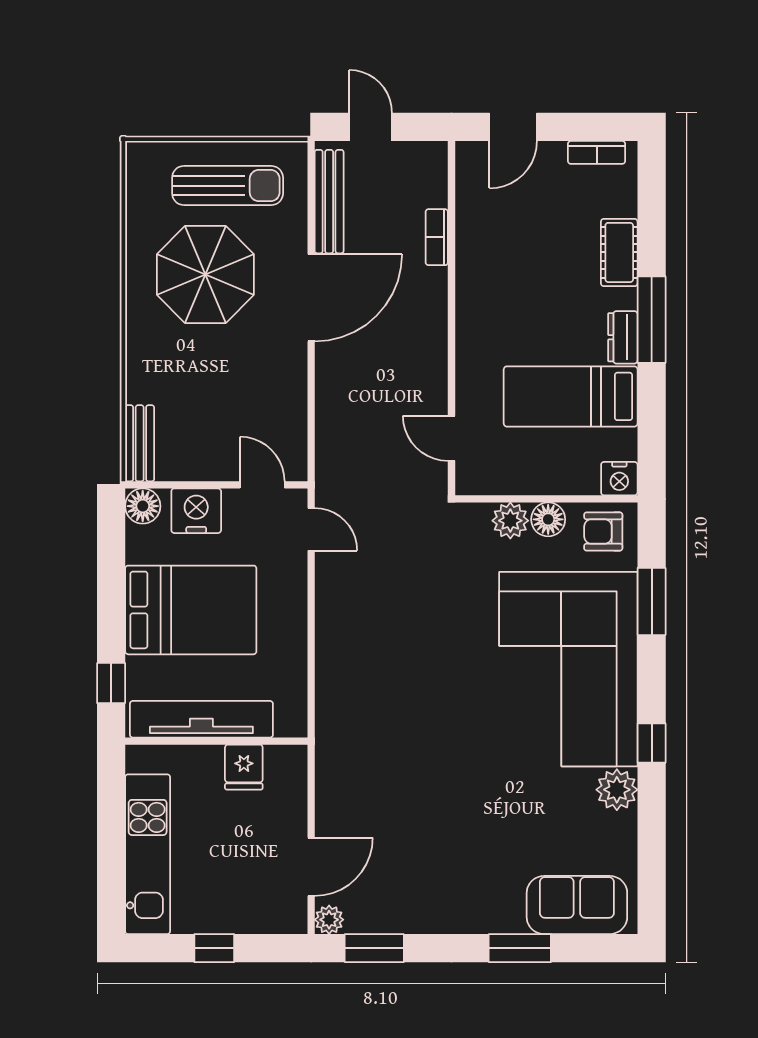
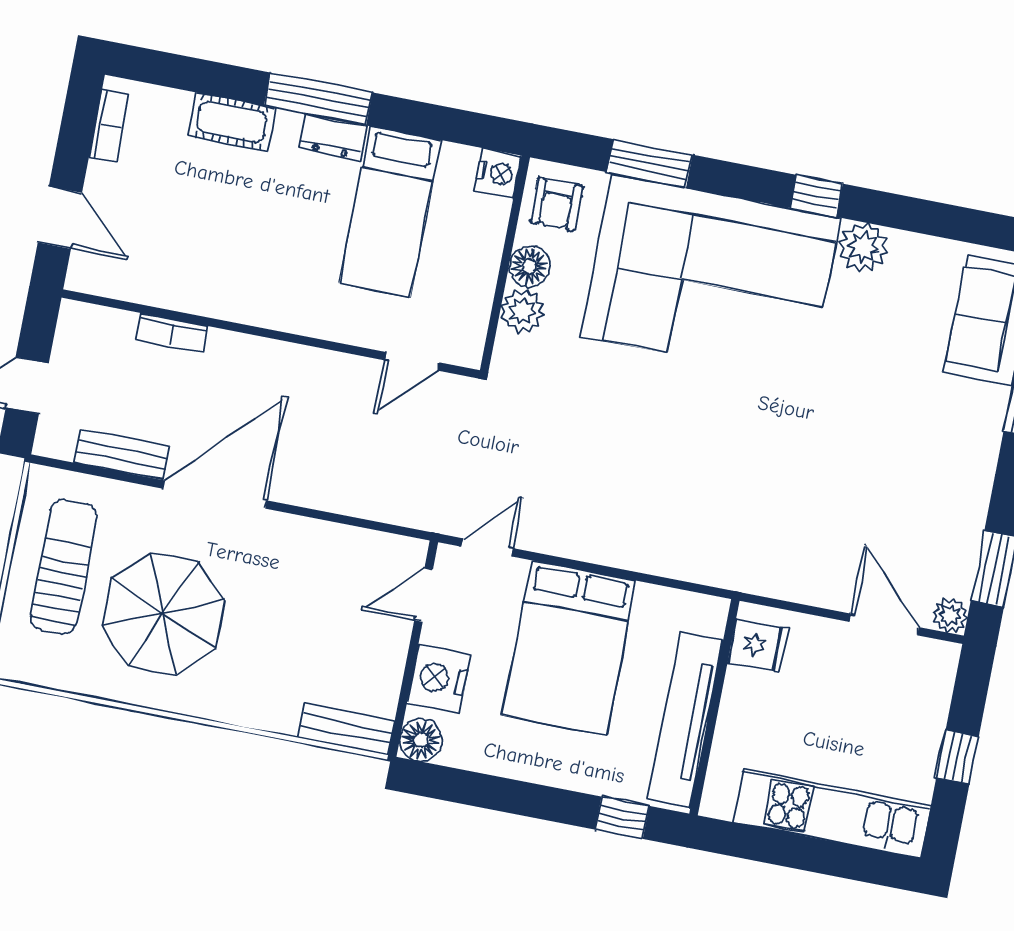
bench: (329, 202) -> (122, 454), width x0.73
door: (311, 298) -> (215, 494), hinge flipped
bed: (191, 610) -> (569, 648), moved, turned 180
fridge: (244, 767) -> (758, 645), moved

